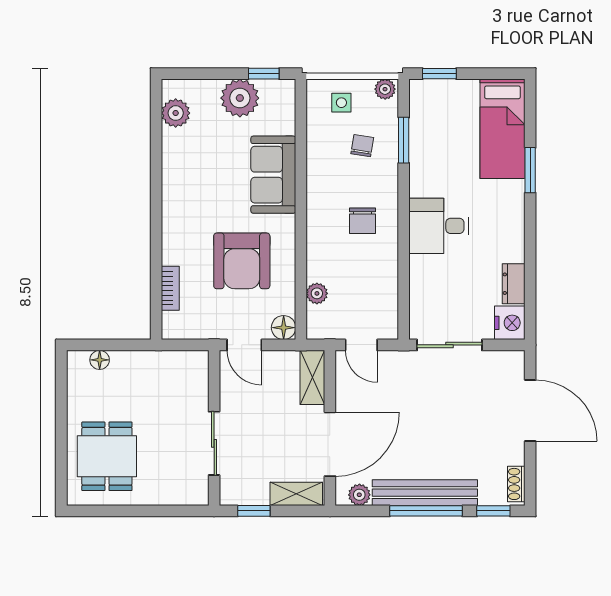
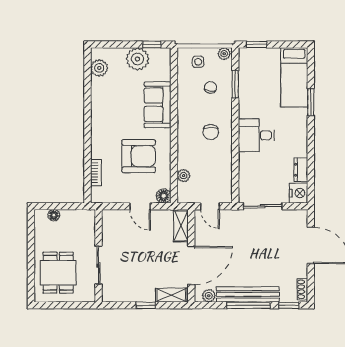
armchair: (242, 261) -> (139, 156), turned -90
wall: (214, 428) -> (99, 256), moved
sliding door: (214, 443) -> (99, 265), moved

